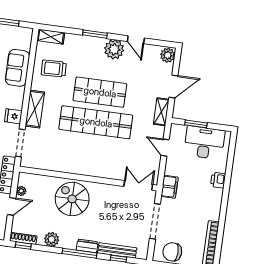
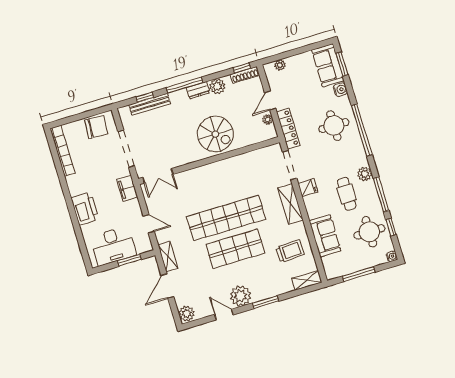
printer: (218, 180) -> (85, 208), width x1.87, depth x1.48
dresser: (87, 246) -> (198, 90), moved

